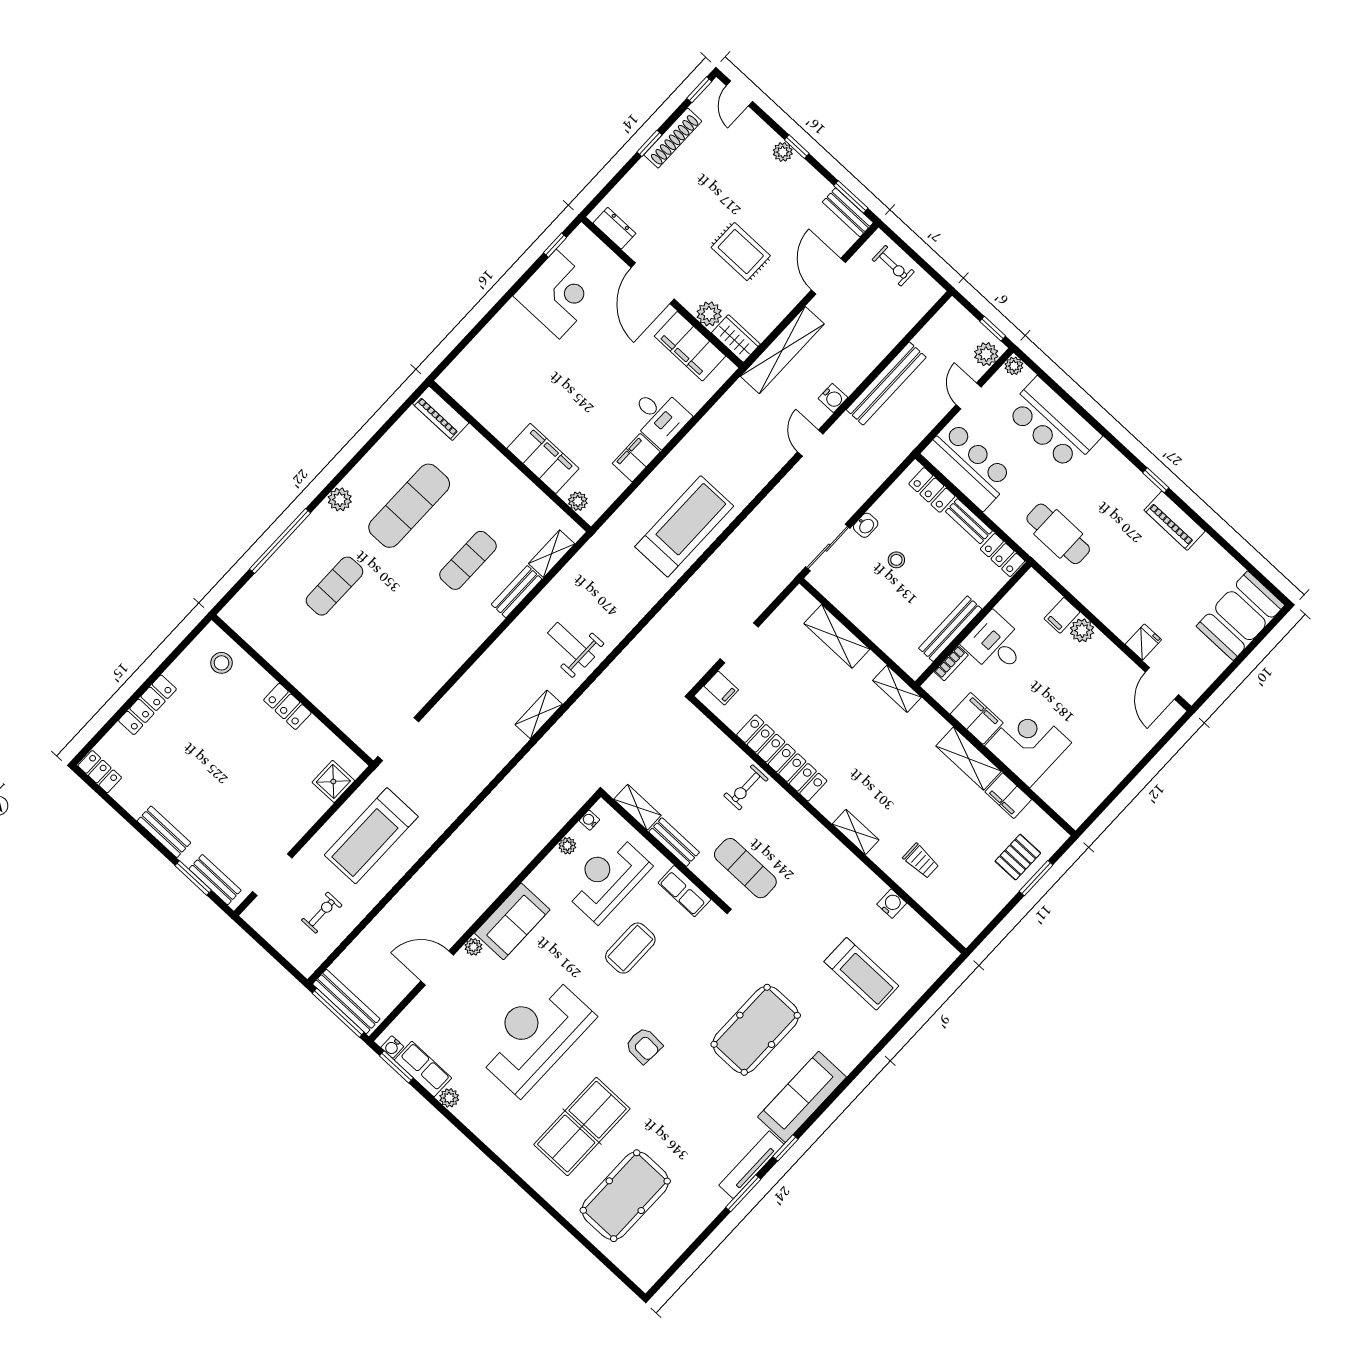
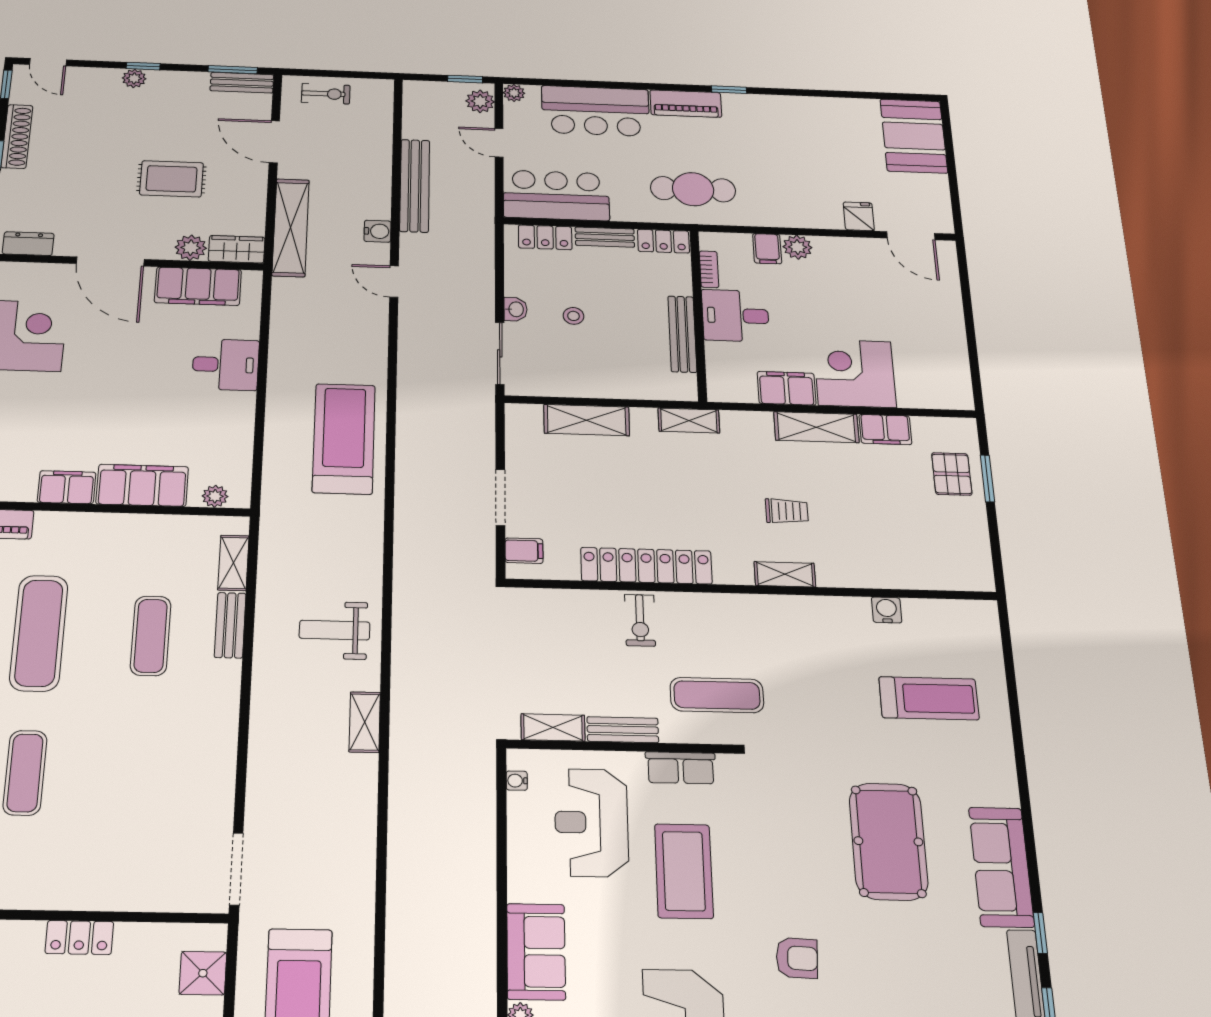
filing cabinet: (636, 458) -> (67, 487), moved, turned 90
piano: (1175, 521) -> (686, 104), moved
bookcase: (951, 663) -> (709, 269), moved
plant: (567, 846) -> (519, 825), removed
trolley: (921, 861) -> (787, 511), moved
coffee table: (630, 948) -> (684, 871), width x1.36, depth x1.32

